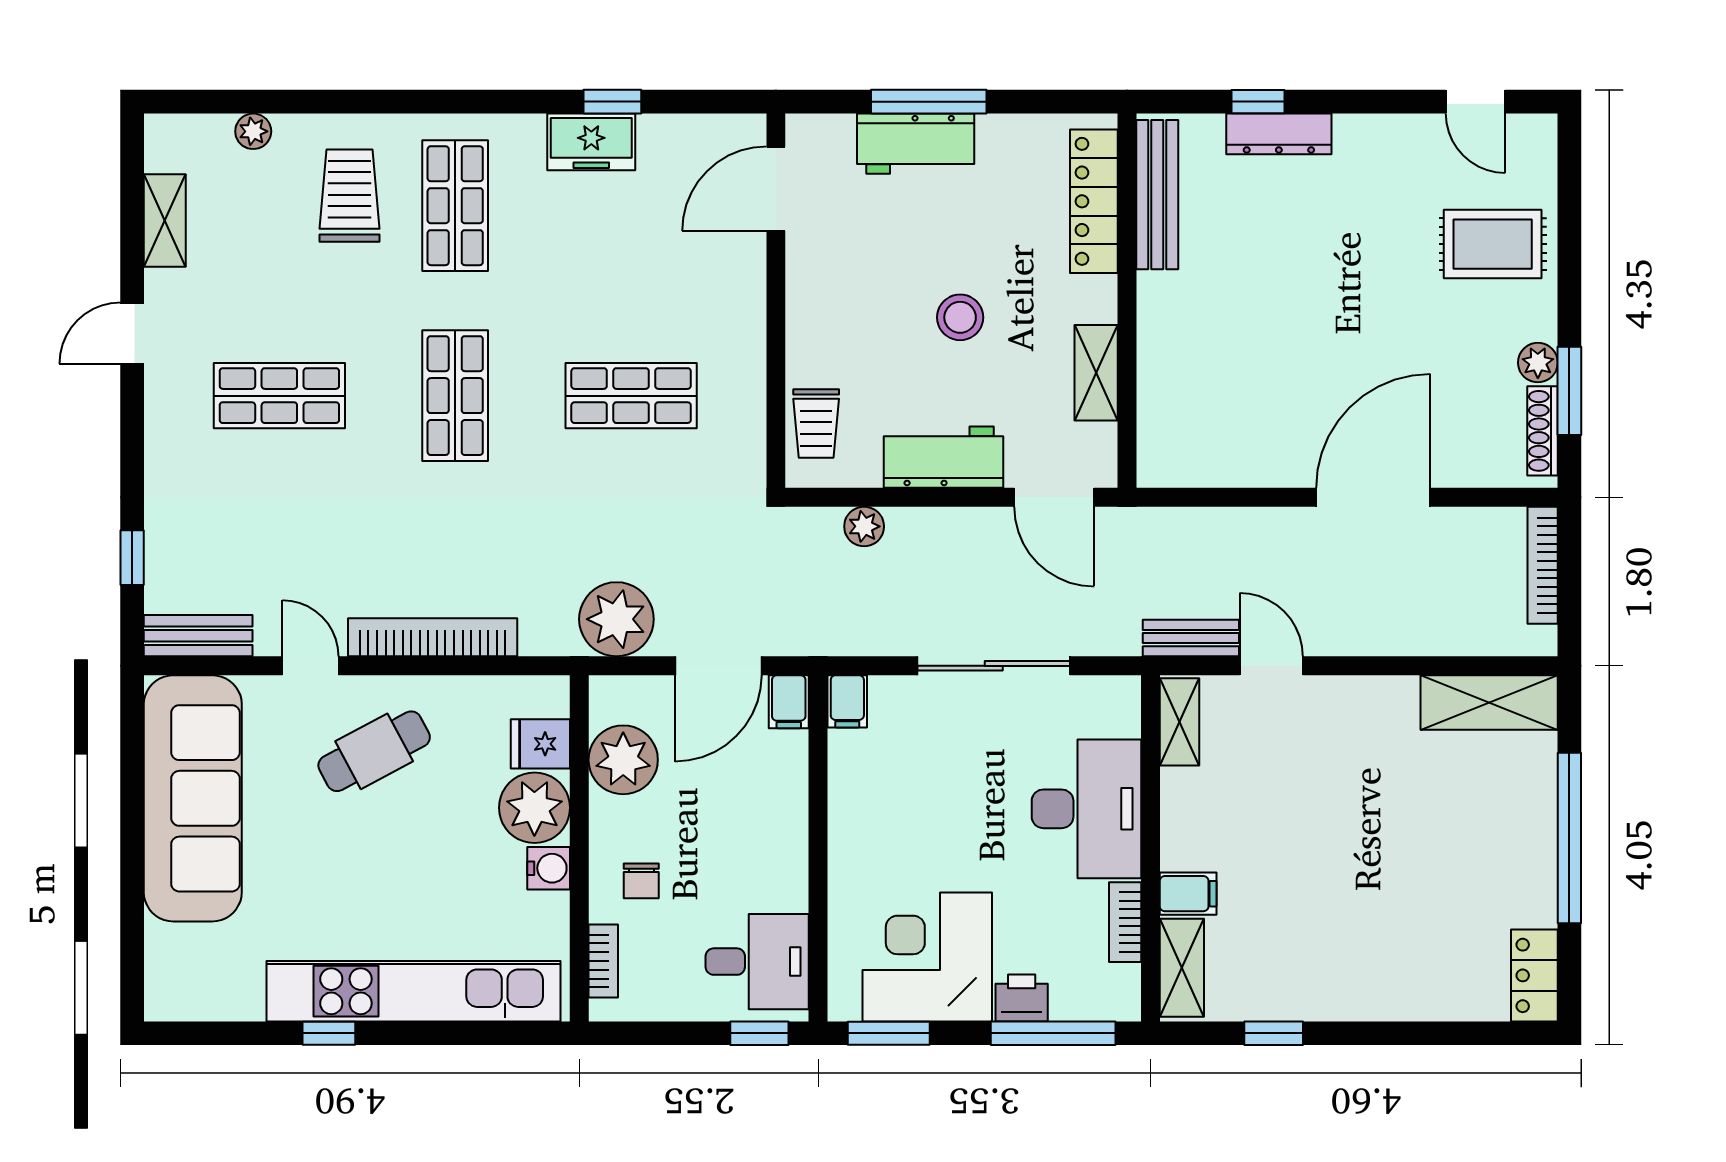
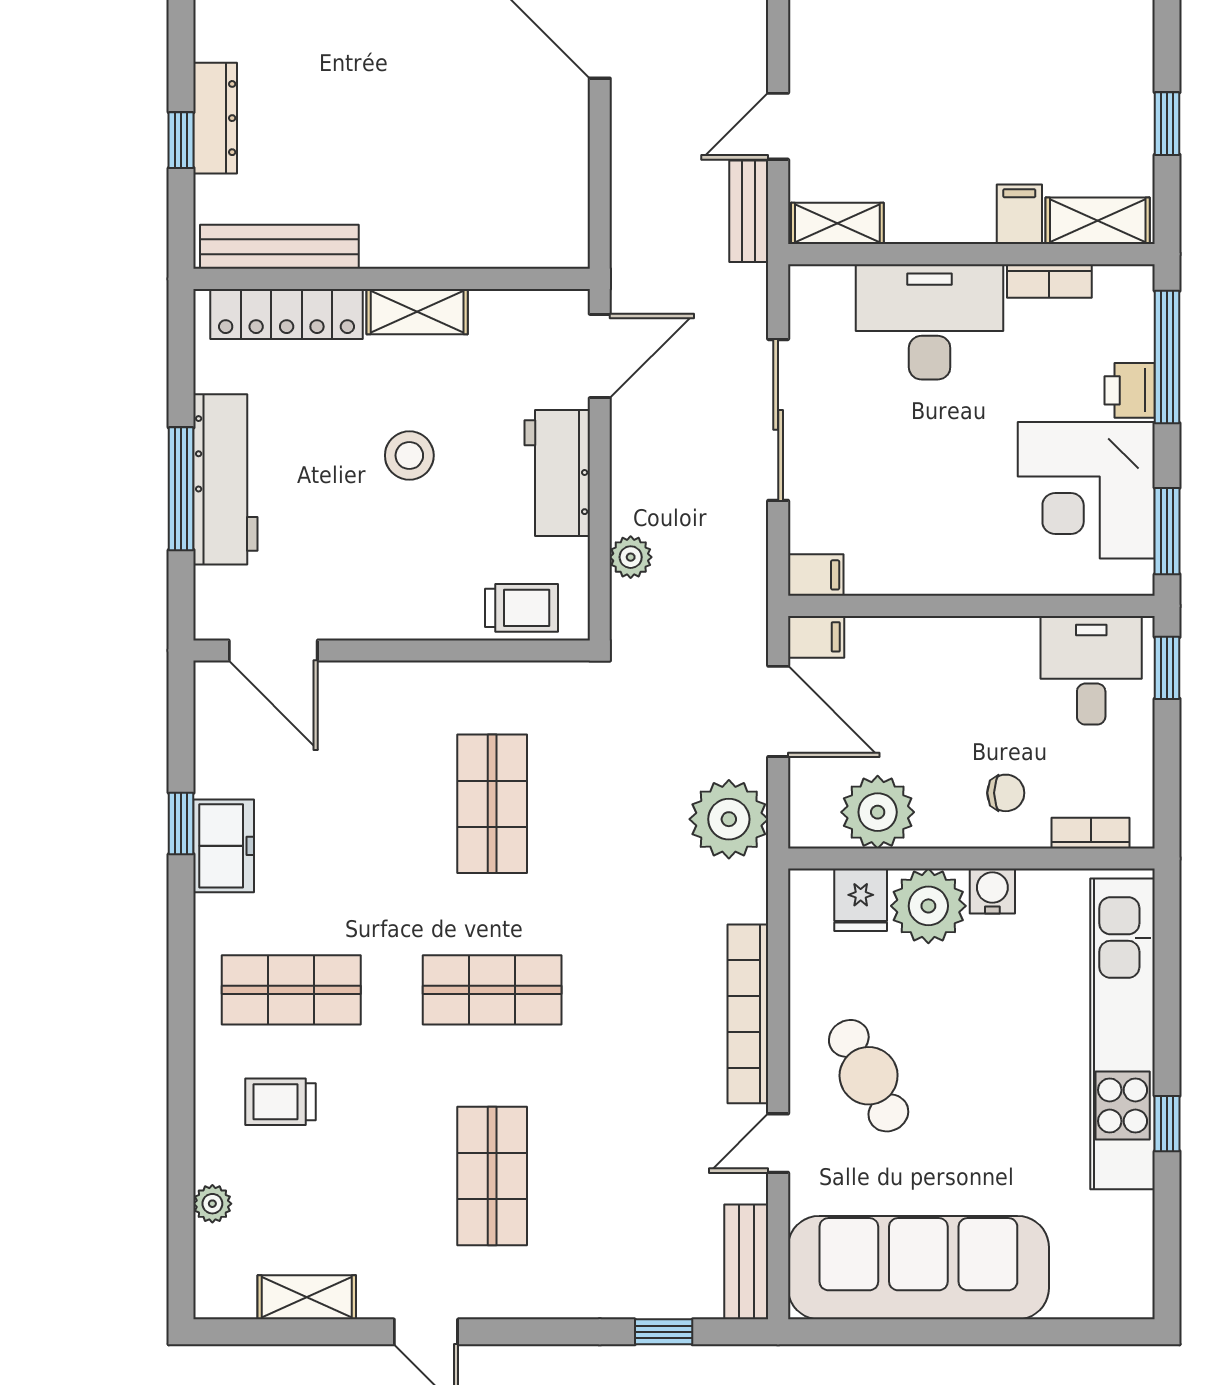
workbench: (916, 144) -> (225, 479), width x1.38
trolley: (349, 196) -> (280, 1102), width x0.73, depth x0.72
shelving: (1096, 373) -> (417, 312), moved

